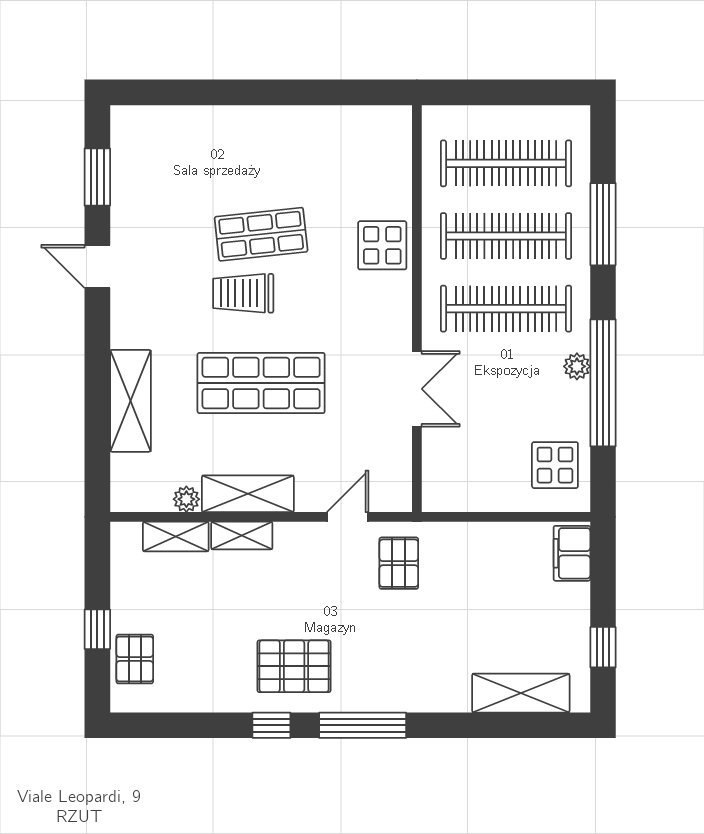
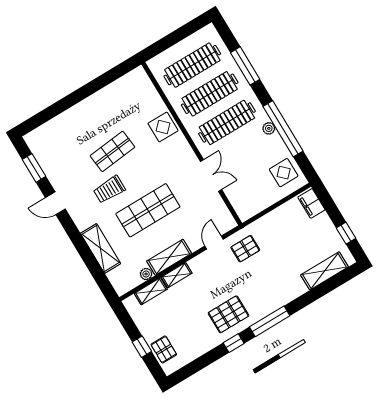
trolley: (243, 293) -> (109, 189), moved
pallet: (399, 563) -> (245, 249), turned 90

